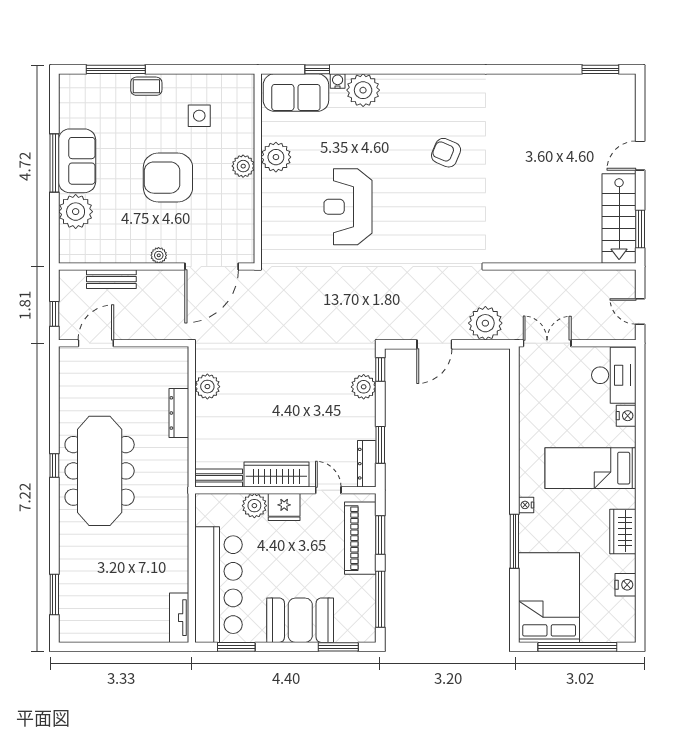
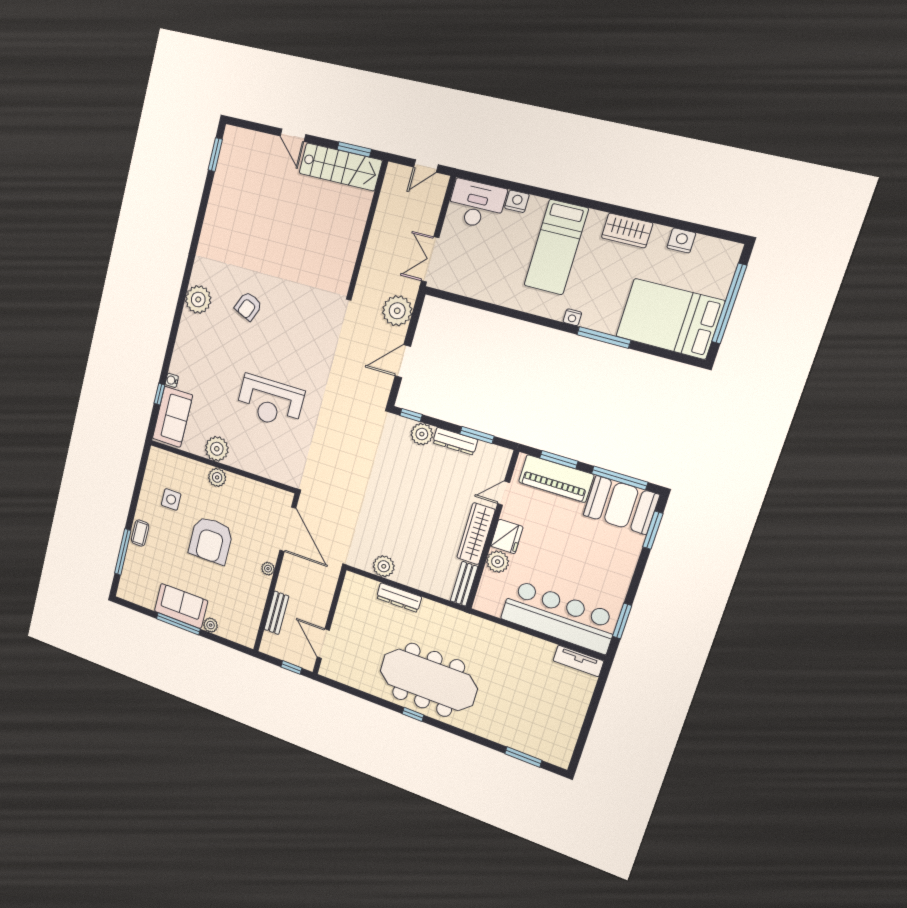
plant: (363, 90) -> (198, 299), moved
plant: (76, 212) -> (211, 625), width x0.53, depth x0.53
door: (434, 344) -> (403, 361), swing flipped
dresser: (367, 464) -> (455, 441), moved
booth: (300, 620) -> (621, 505), moved, turned 90

